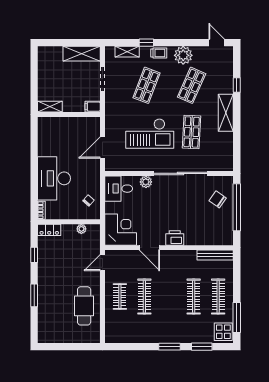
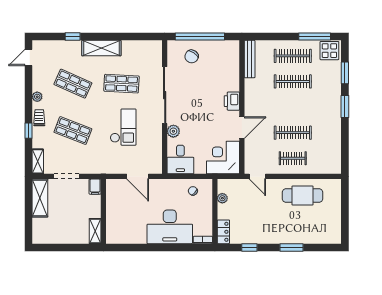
shelving: (127, 52) -> (38, 161), moved
plant: (183, 55) -> (37, 97), width x0.53, depth x0.53
checkout: (150, 134) -> (123, 127), width x0.73, depth x0.83

